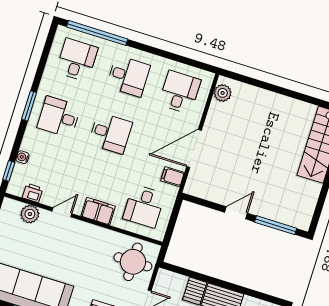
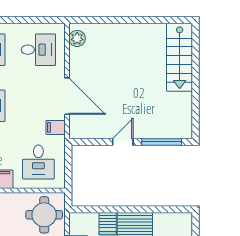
desk: (180, 92) -> (38, 50), turned 90
door: (194, 149) -> (67, 96), swing flipped

